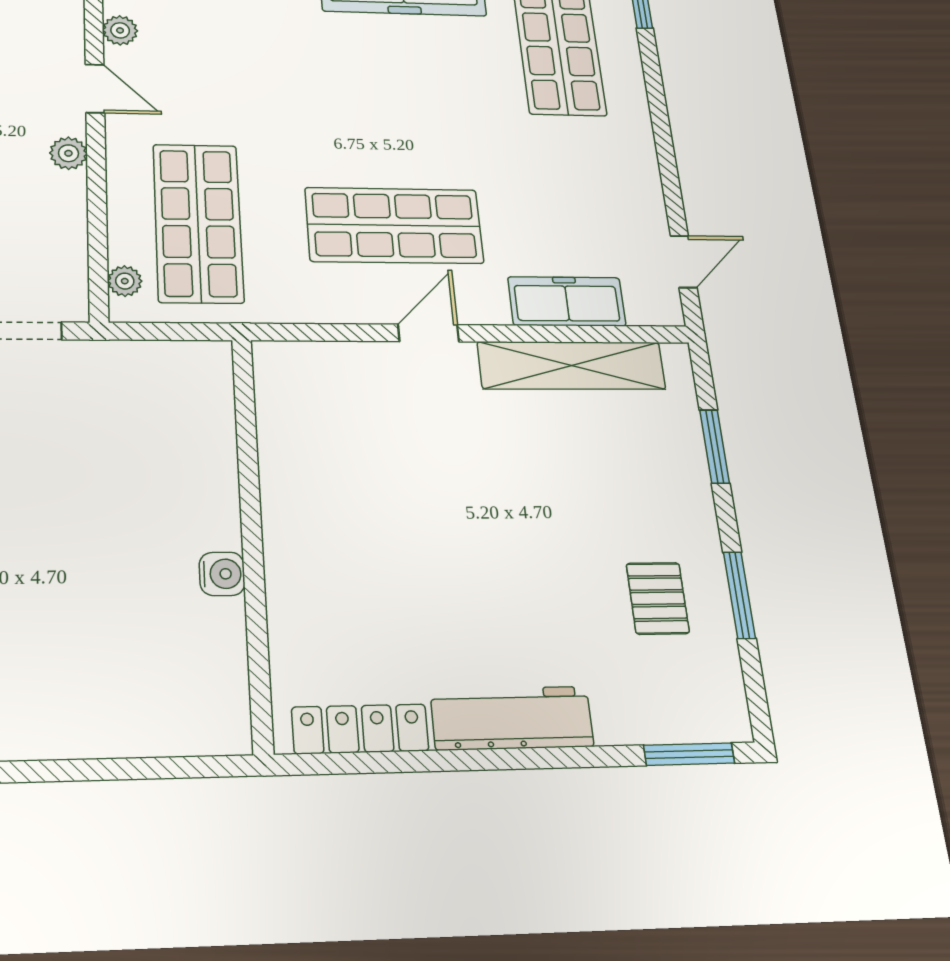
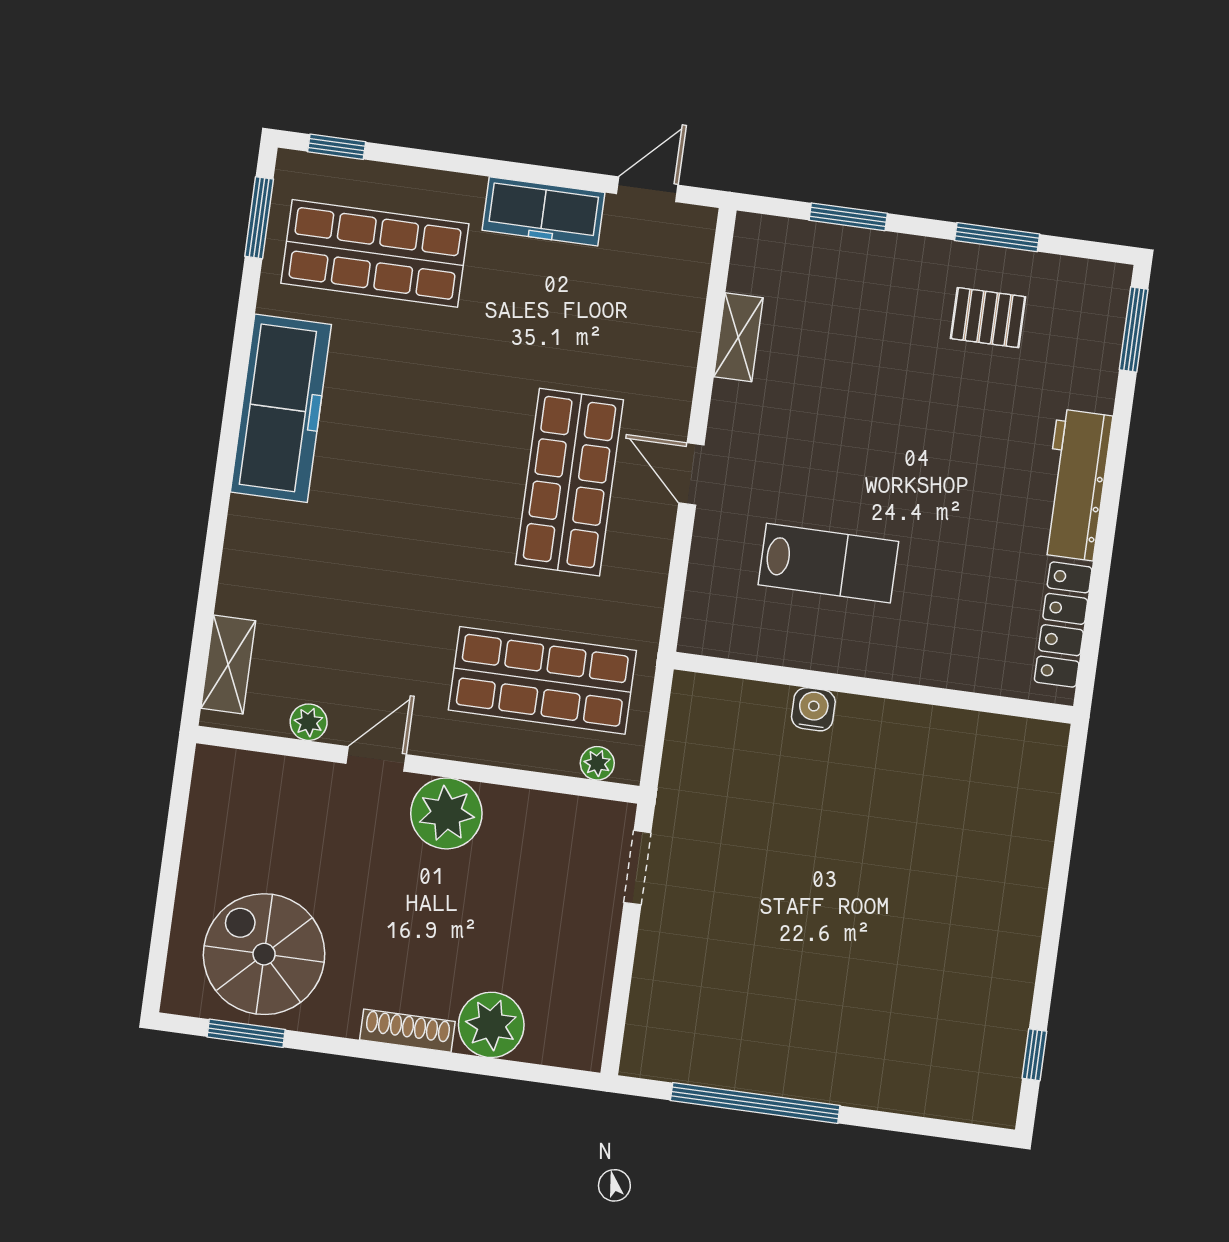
plant: (68, 153) -> (446, 813), width x1.88, depth x1.88
door: (684, 262) -> (647, 189), hinge flipped
freezer: (567, 301) -> (544, 211), moved, turned -90
shelving: (571, 365) -> (738, 337), width x0.45, depth x0.75
lab bench: (371, 474) -> (828, 563), added
water cooler: (222, 574) -> (813, 709), moved

